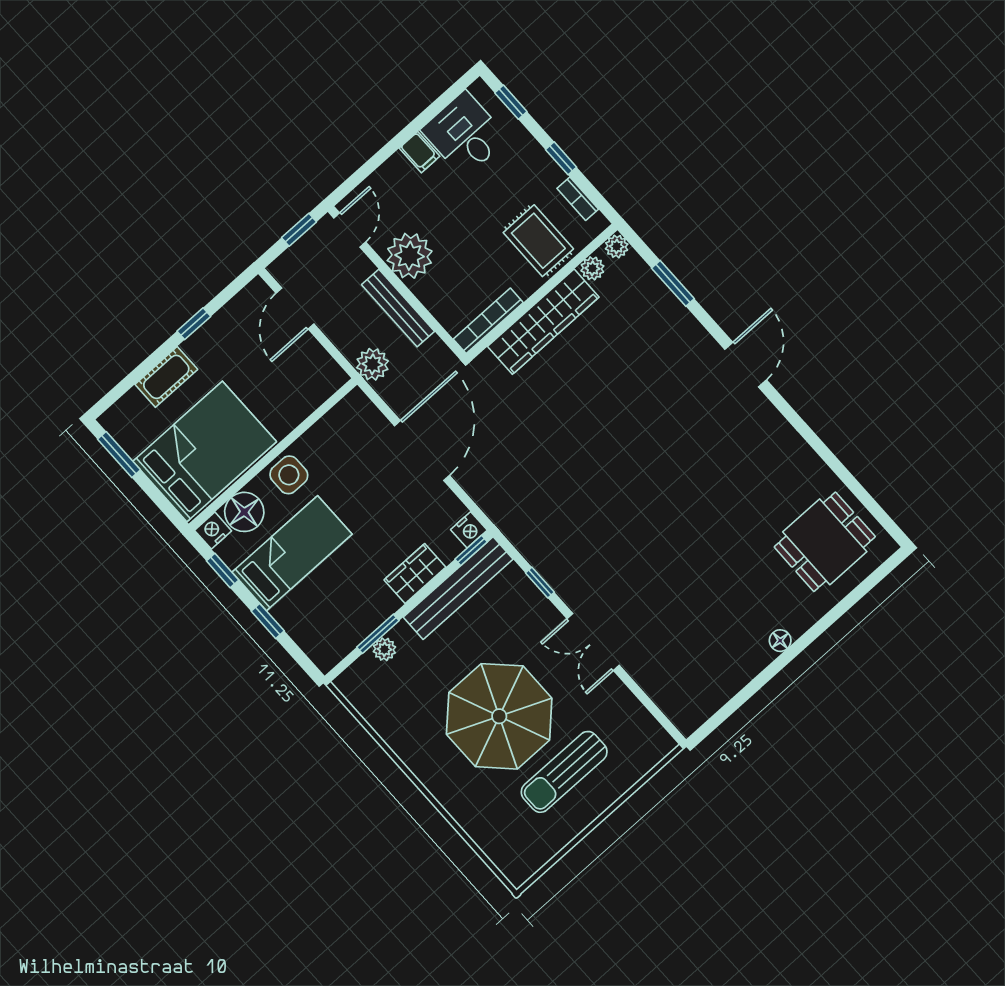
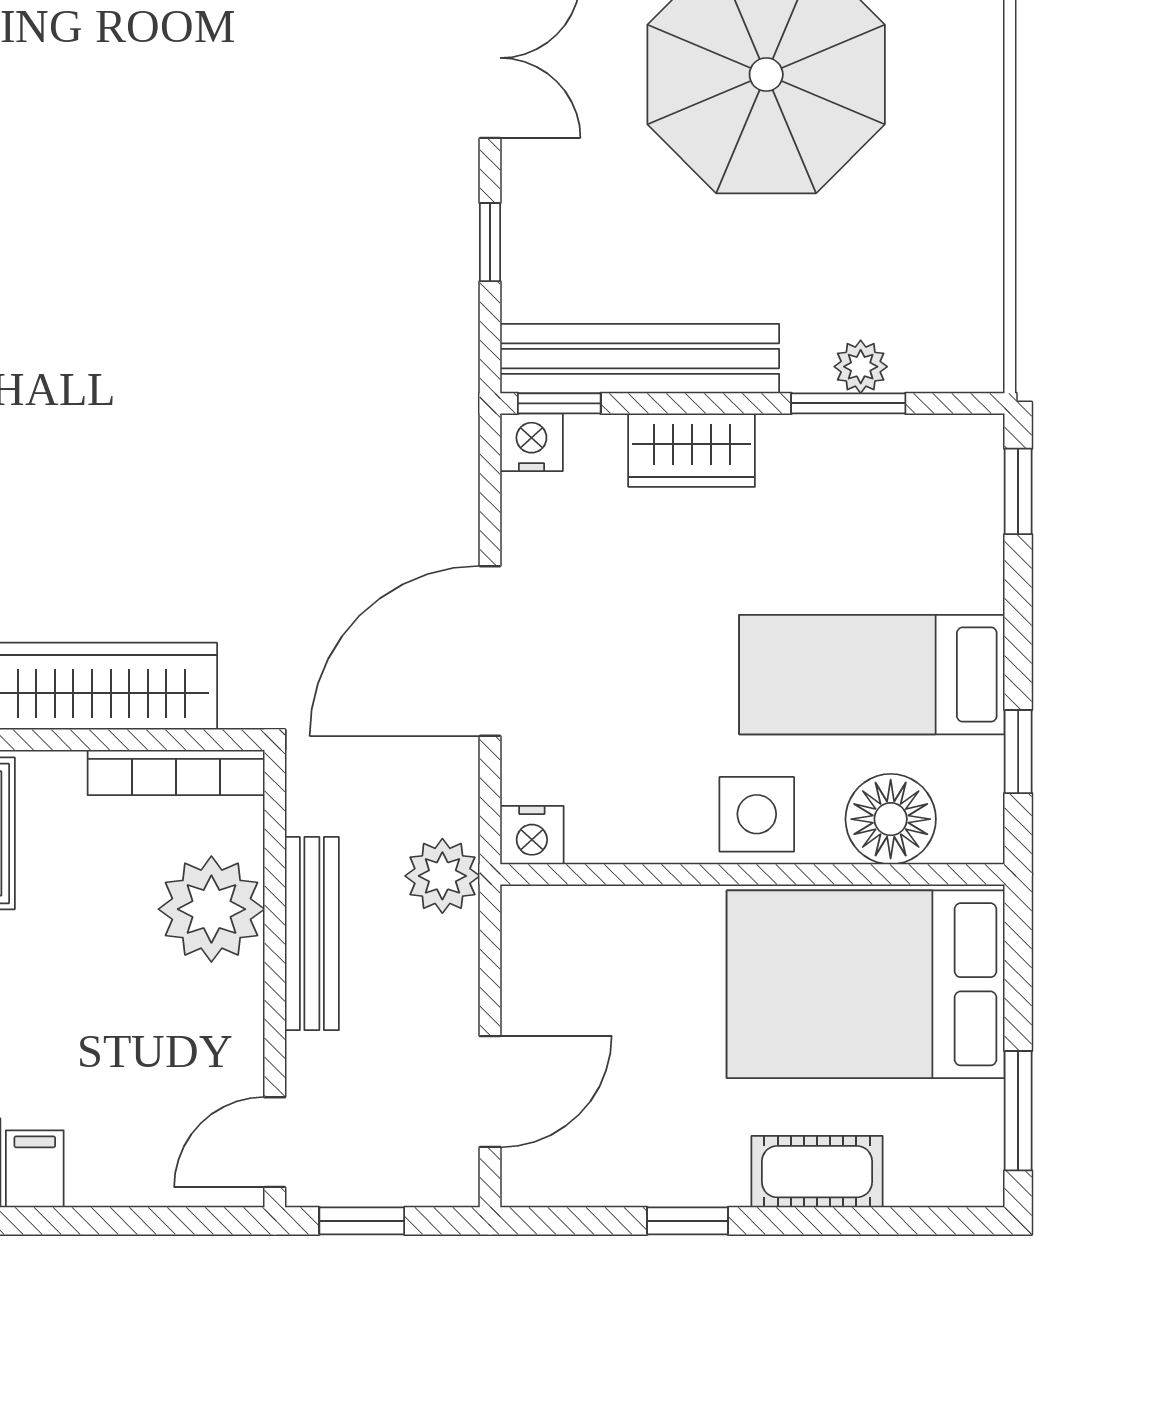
plant: (410, 256) -> (211, 909), moved
nightstand: (213, 531) -> (532, 835), moved
window: (268, 621) -> (1018, 491), moved

